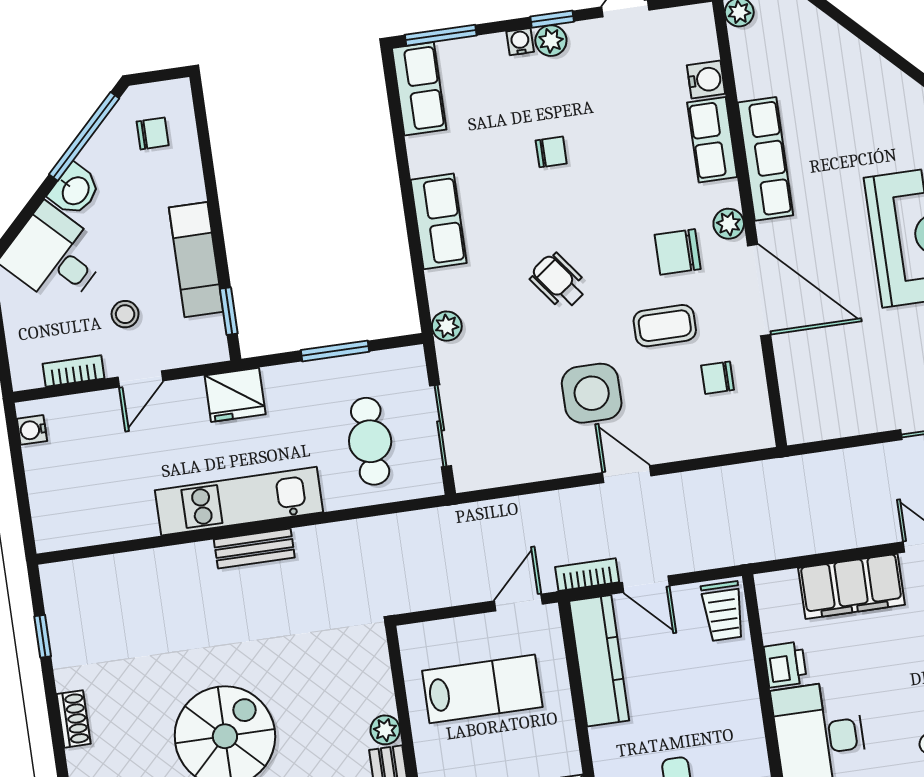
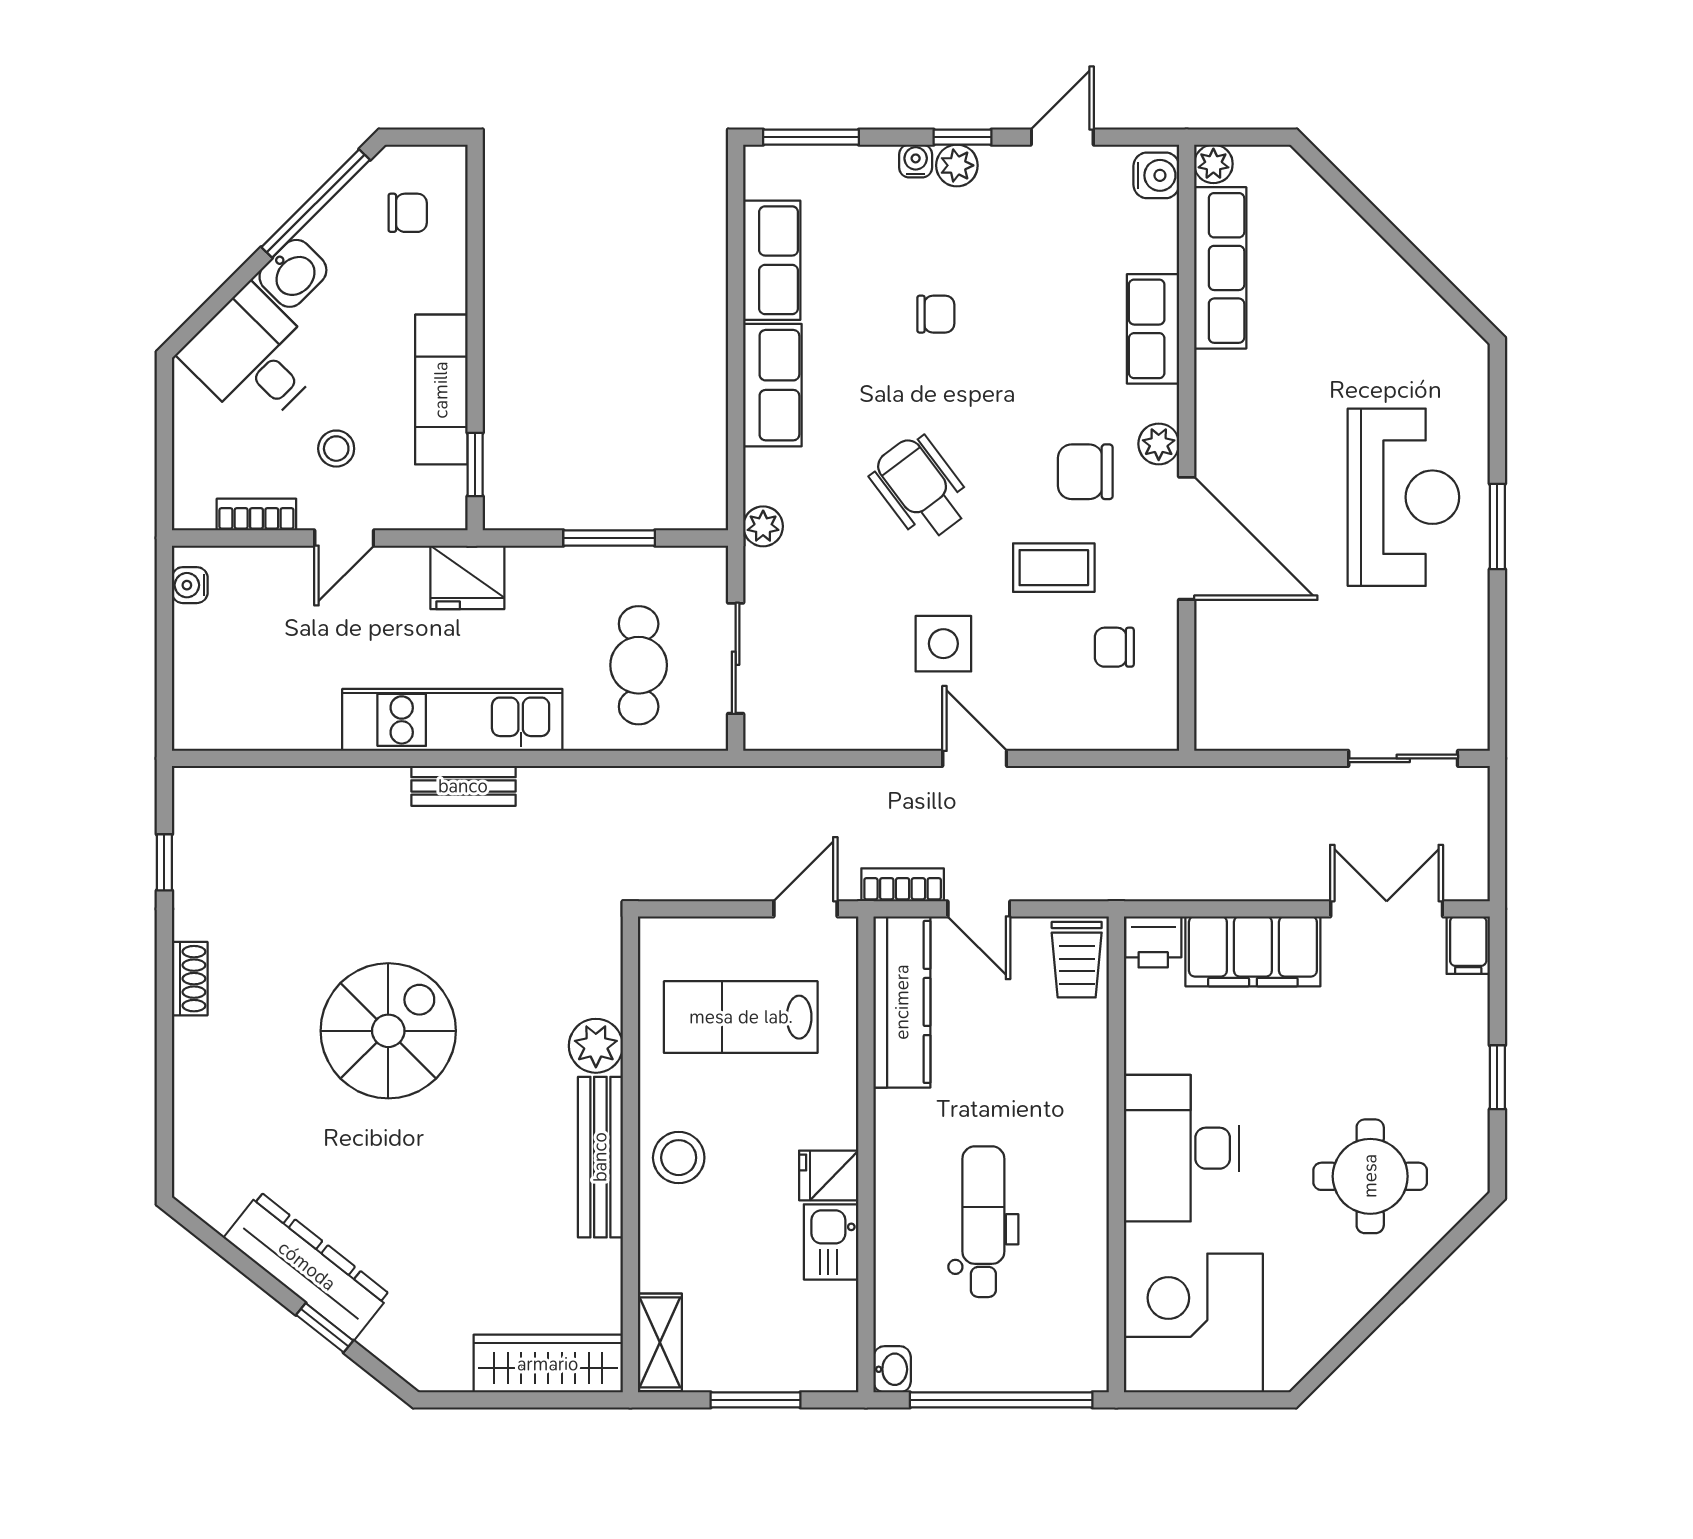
water cooler: (706, 80) -> (1156, 175), moved
row of seats: (419, 89) -> (772, 260), moved
row of seats: (765, 159) -> (1220, 268), moved
wheelchair: (559, 281) -> (921, 488), width x1.36, depth x1.37
side table: (592, 393) -> (943, 644), width x0.73, depth x0.73
printer: (785, 664) -> (1153, 942), moved, turned 90
lab bench: (482, 689) -> (741, 1017), turned 180
plant: (385, 730) -> (596, 1046), width x1.38, depth x1.38

